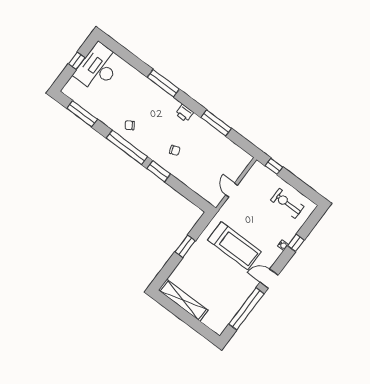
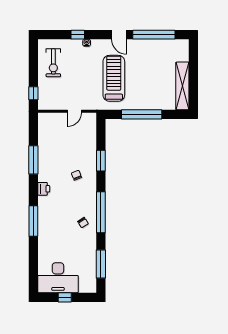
window: (159, 171) -> (101, 161), moved
window: (185, 246) -> (142, 114), width x2.11

